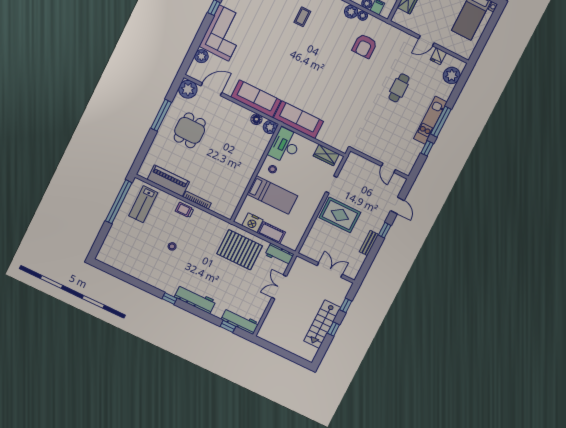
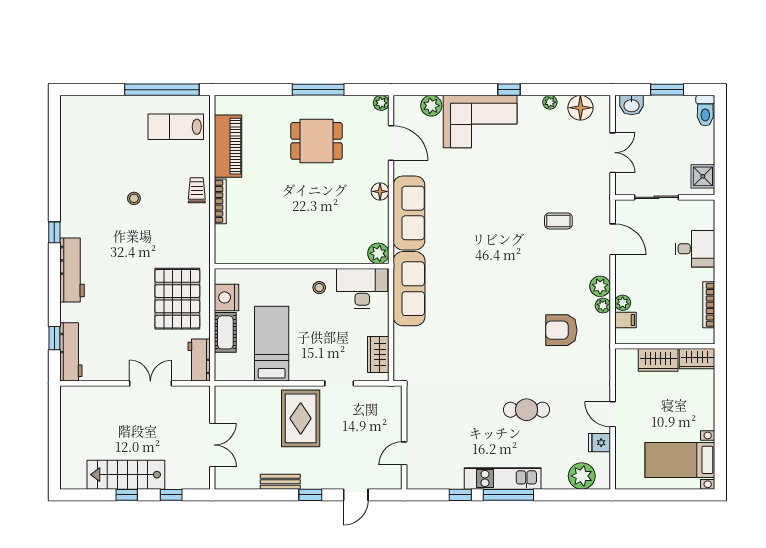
plant: (188, 89) -> (381, 103), width x0.53, depth x0.53
floor lamp: (256, 119) -> (380, 191), moved
bed: (272, 195) -> (272, 344), moved, turned 180

